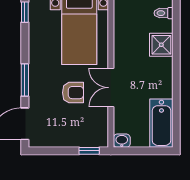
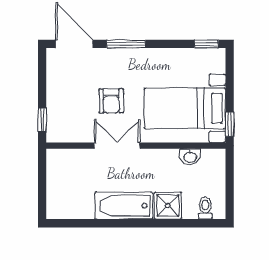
bathtub: (161, 123) -> (124, 206), moved
washbasin: (122, 141) -> (190, 157), moved, turned 90

